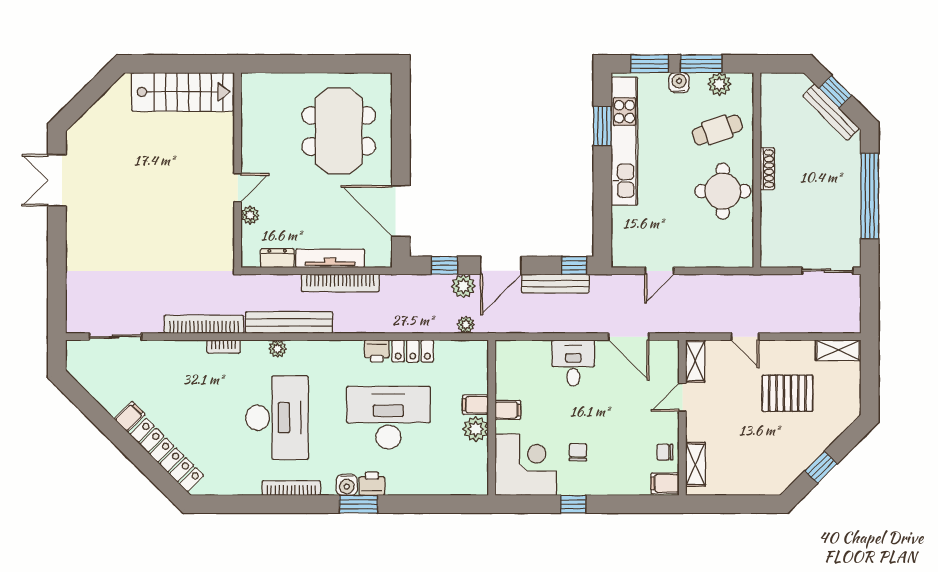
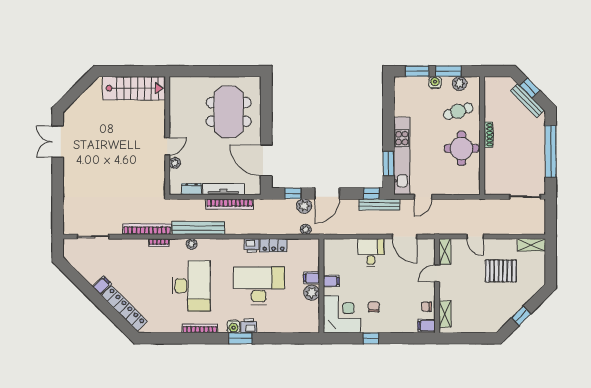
window: (602, 126) -> (389, 163), moved
kitchen unit: (624, 141) -> (402, 156), moved
bench: (555, 284) -> (379, 204), moved

